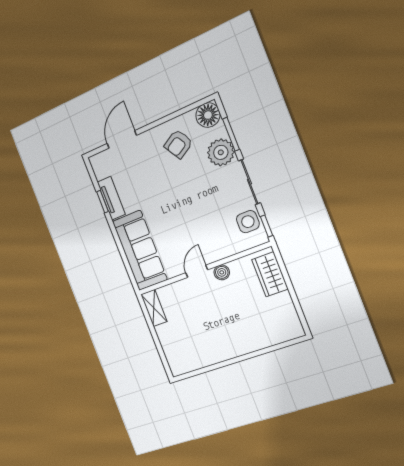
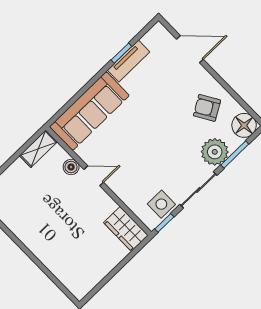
boiler: (222, 272) -> (71, 167), moved
wardrobe: (270, 274) -> (126, 229), moved, turned -90

